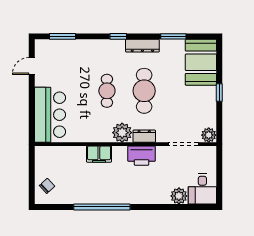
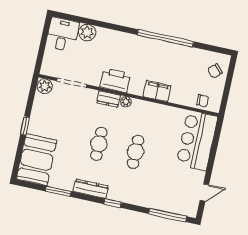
window: (63, 36) -> (168, 215), width x1.44
cafe table: (144, 91) -> (99, 144), width x0.73, depth x0.74
plant: (122, 133) -> (126, 102), width x0.53, depth x0.53
chair: (53, 154) -> (203, 101), added

